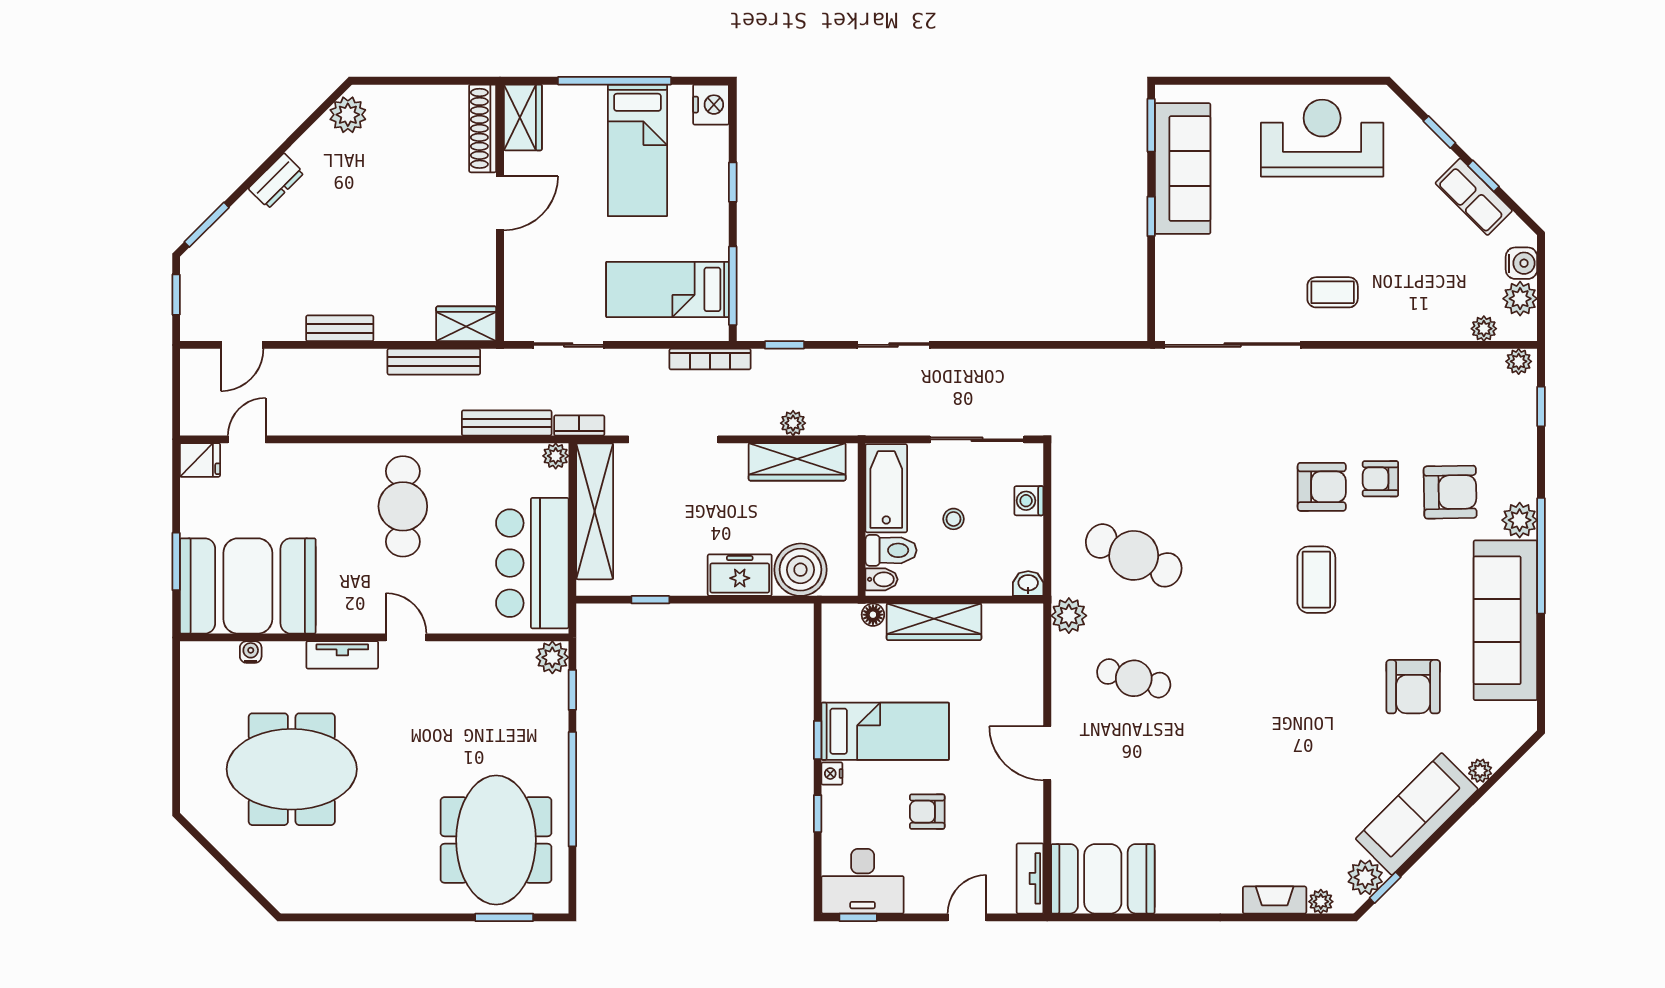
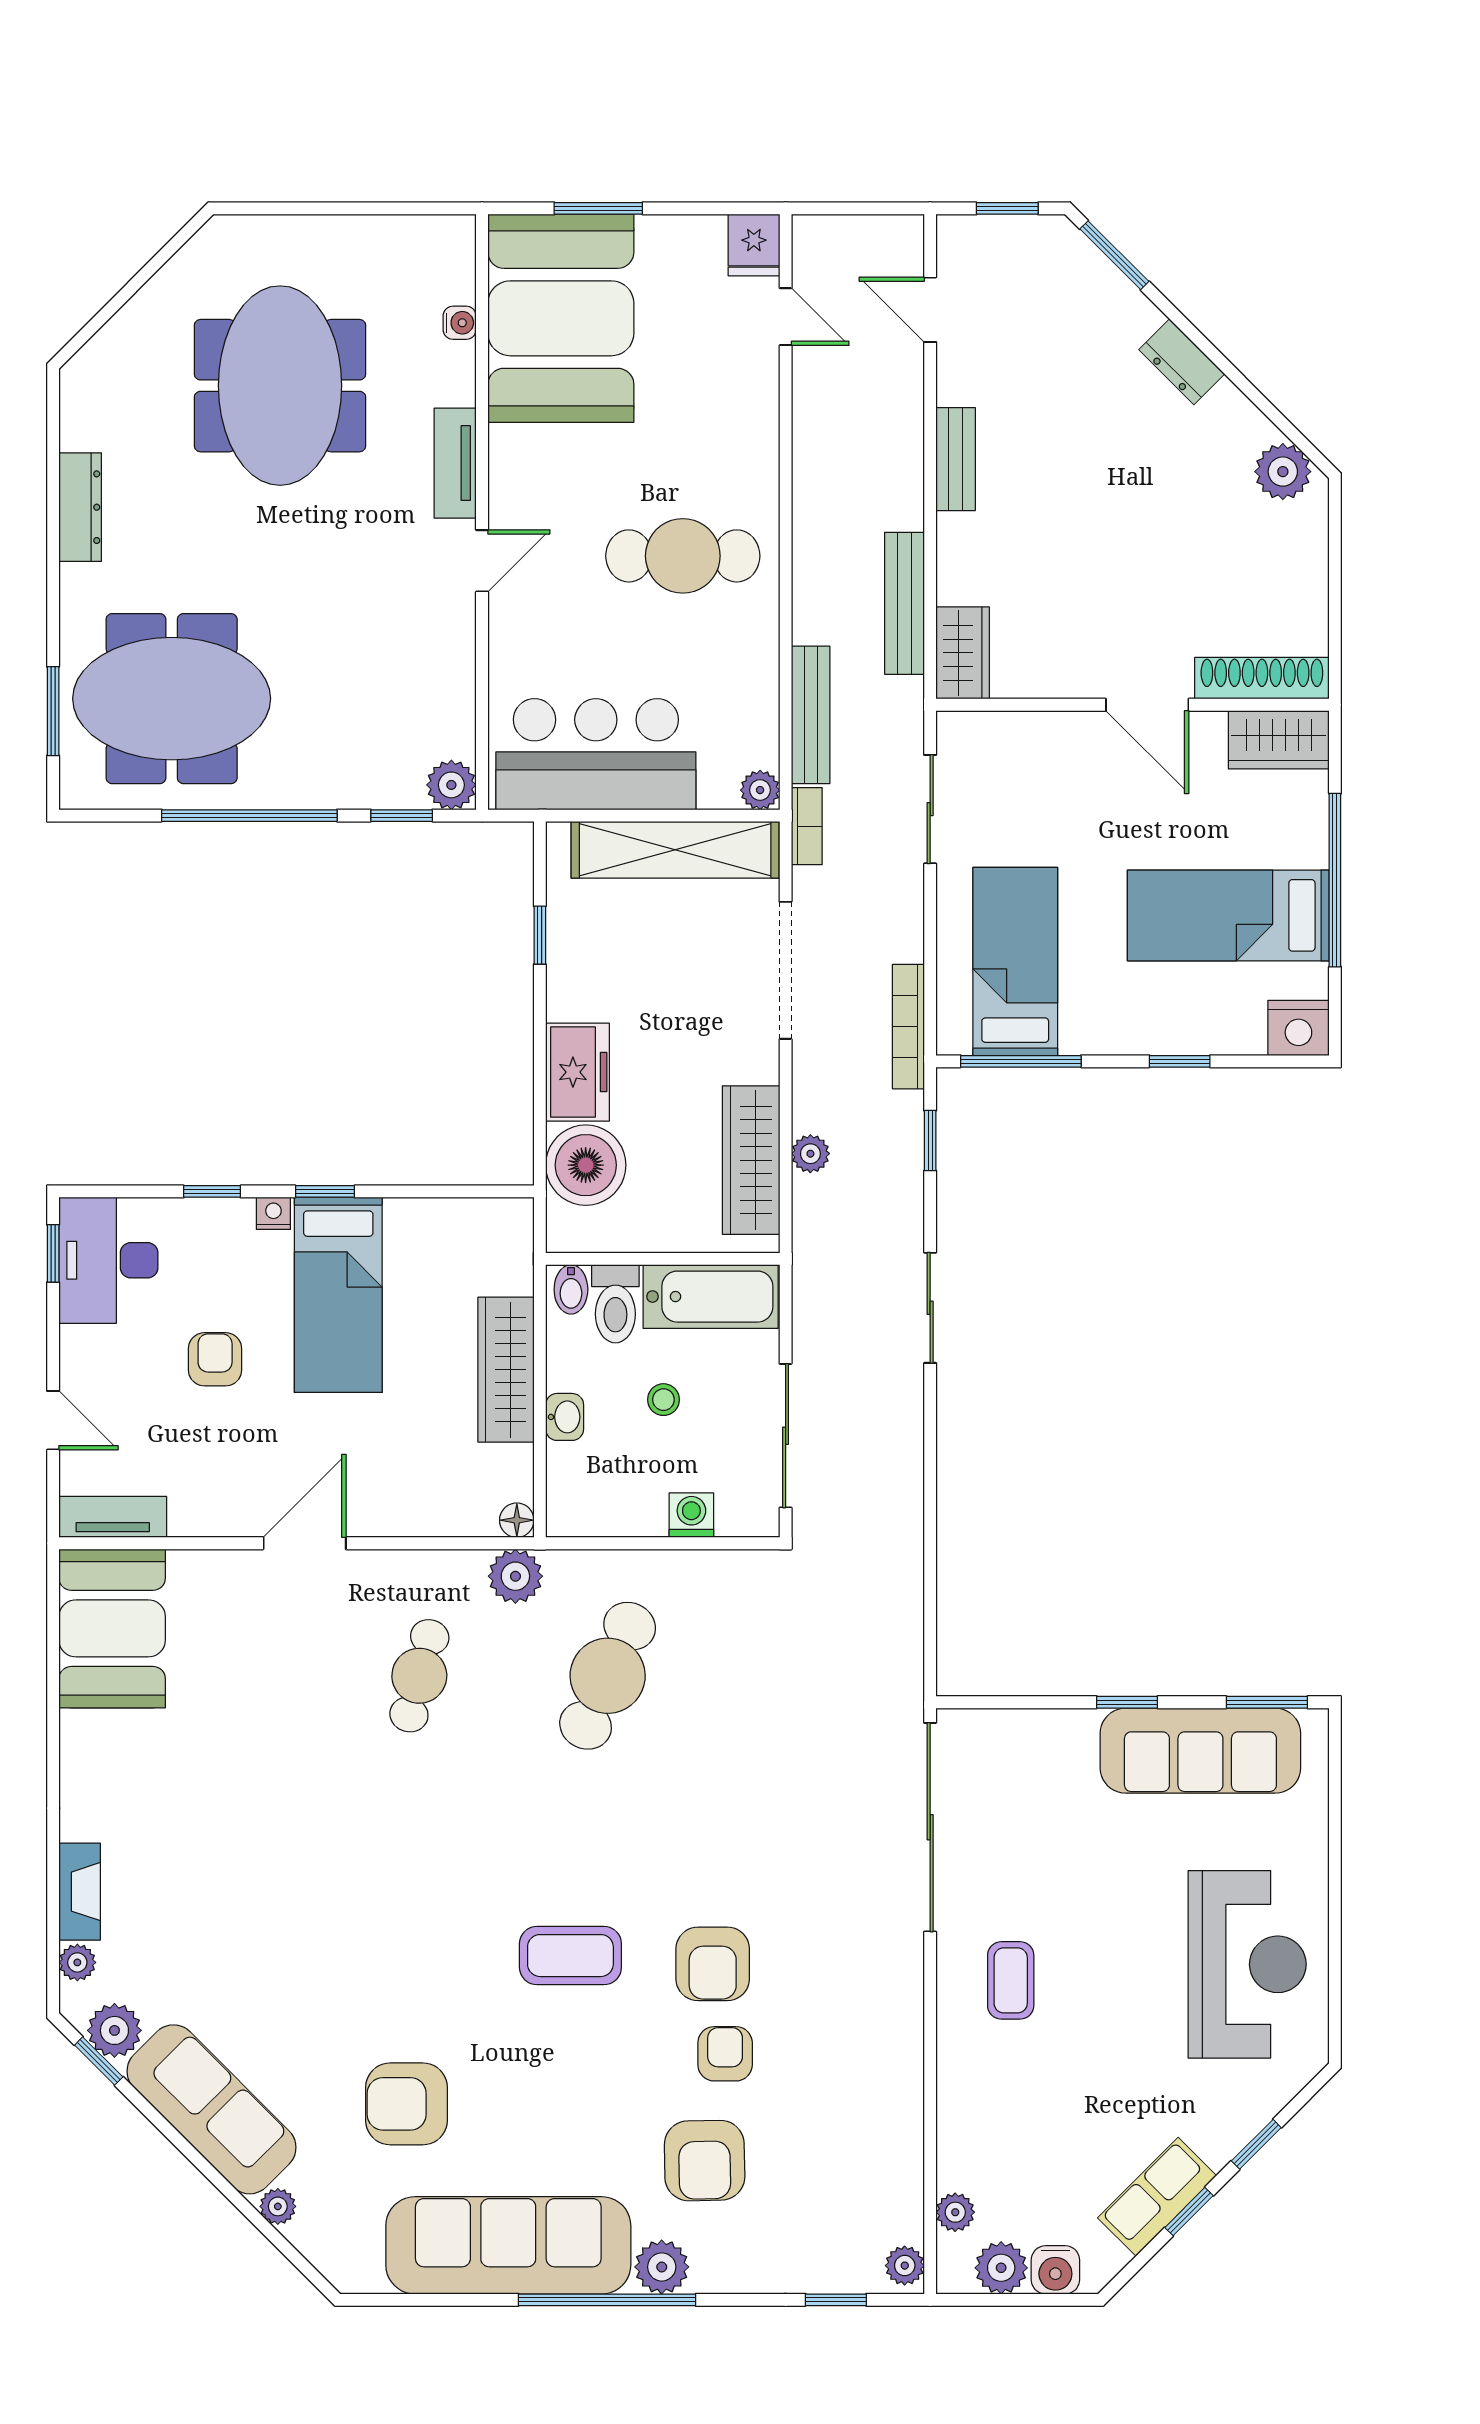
washbasin: (1028, 584) -> (565, 1417), moved
floor lamp: (873, 615) -> (517, 1520), moved
dresser: (371, 900) -> (80, 507), added

